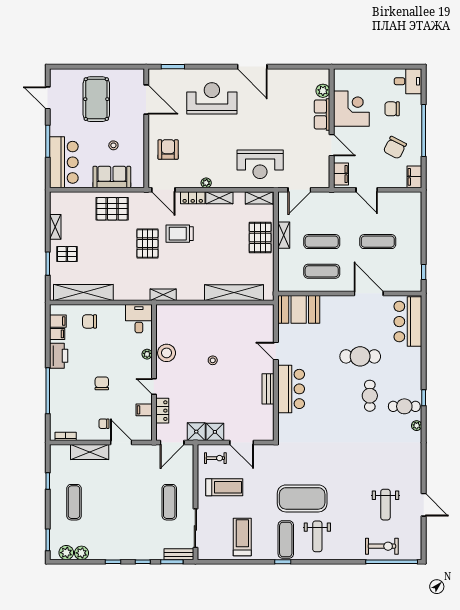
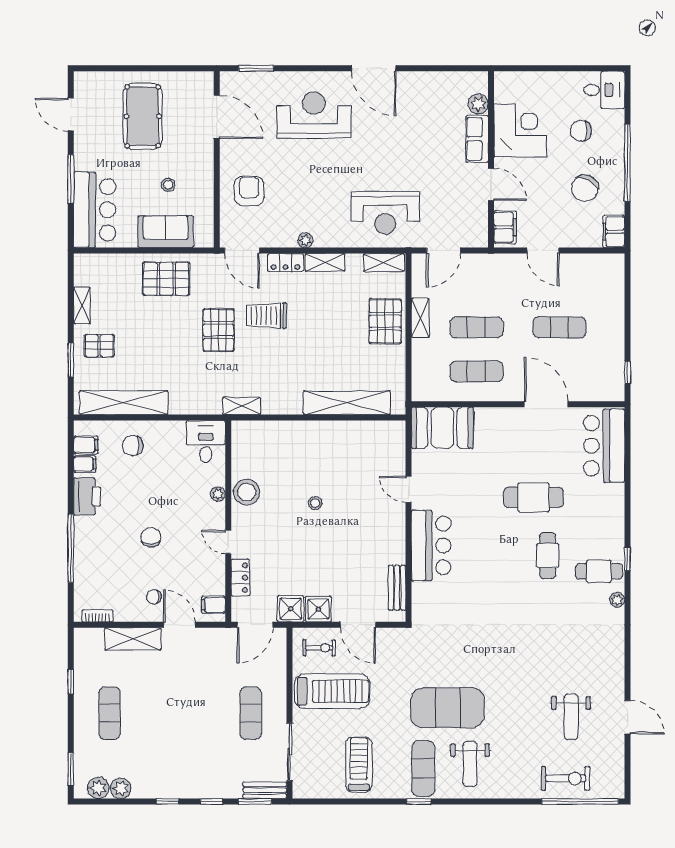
bench: (268, 389) -> (397, 588), moved
filing cabinet: (144, 410) -> (213, 605), moved
treadmill: (224, 487) -> (332, 691), width x1.37, depth x1.38

